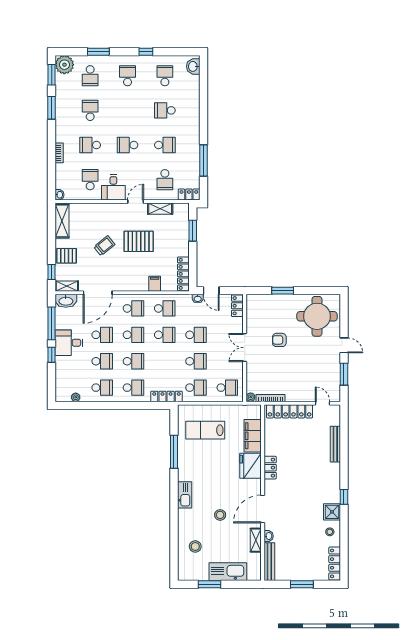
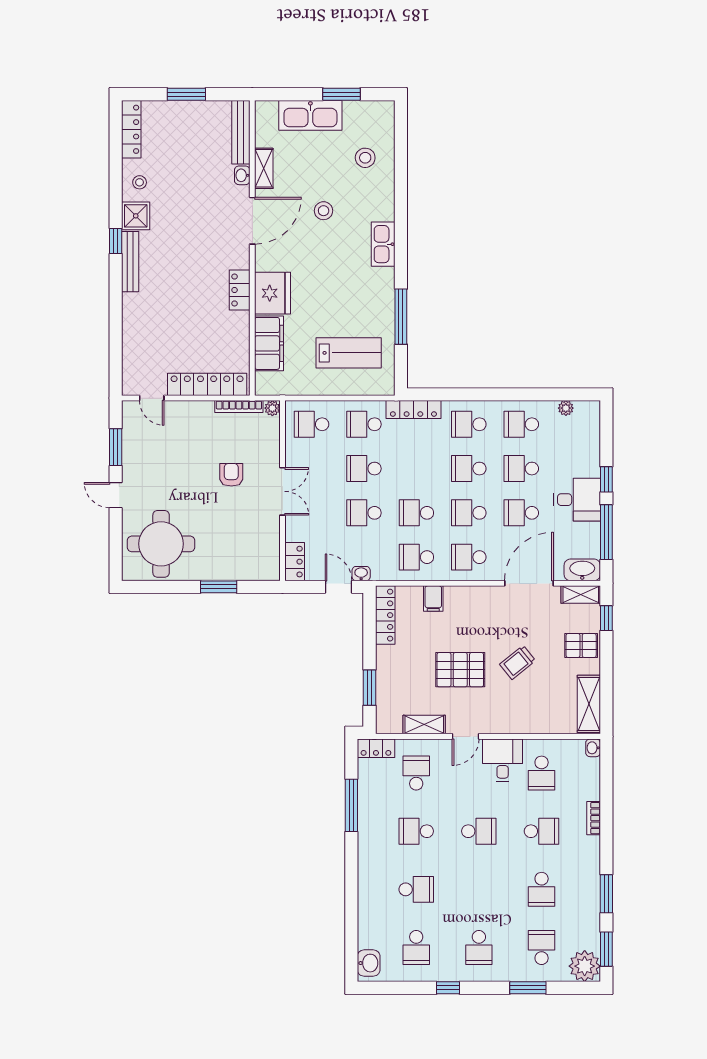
armchair: (279, 340) -> (231, 475), moved, turned -90
bench: (335, 444) -> (130, 262), moved

